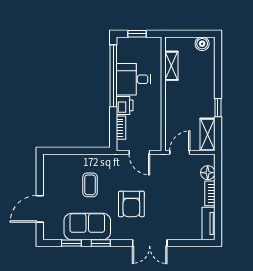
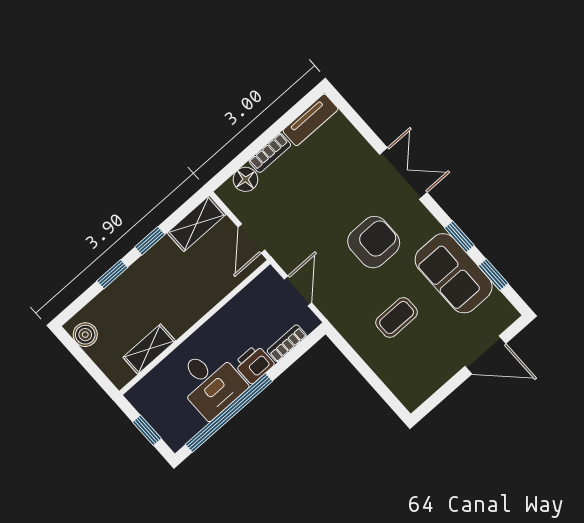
window: (218, 79) -> (112, 274), added
door: (180, 152) -> (251, 239), hinge flipped

